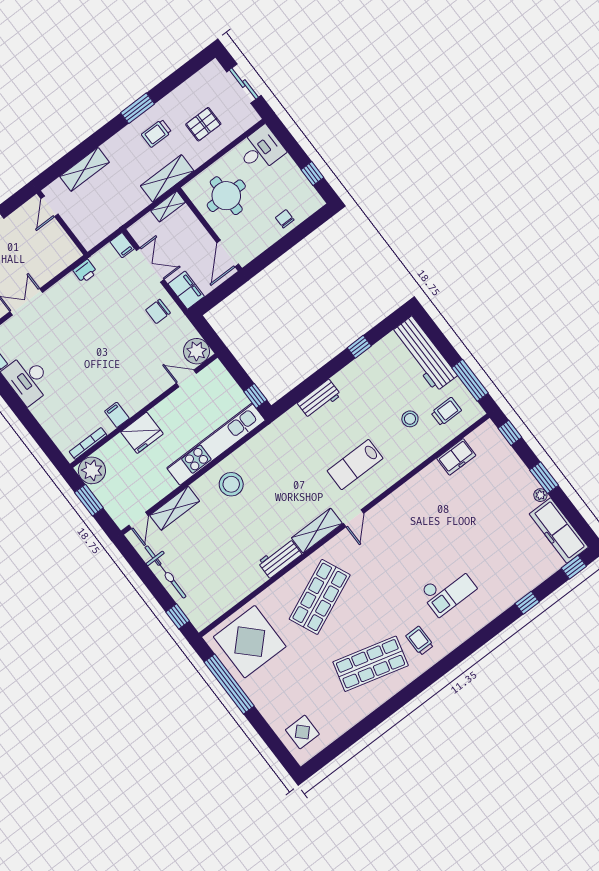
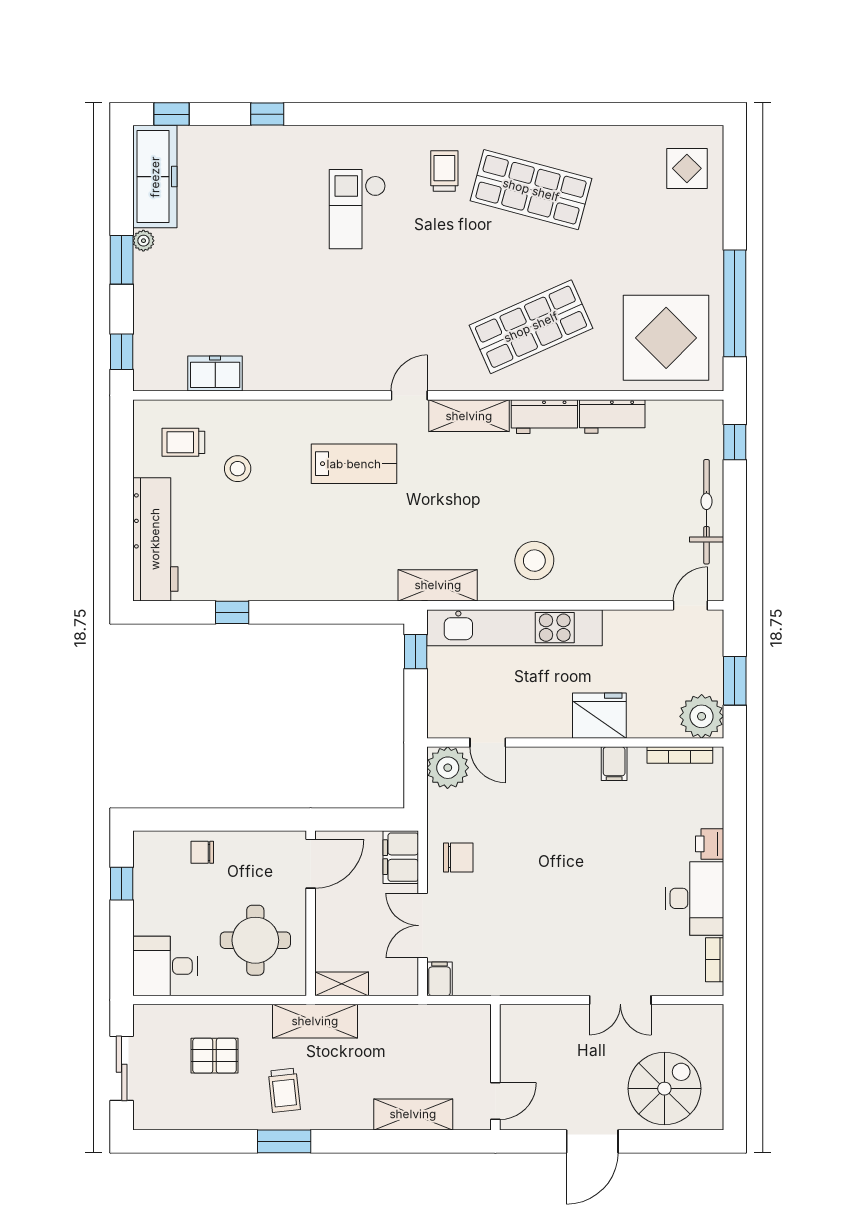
trolley: (156, 133) -> (284, 1090), turned 84
chair: (285, 219) -> (202, 852), turned 90
printer: (85, 271) -> (710, 844), moved, turned -90
window: (470, 380) -> (122, 459), removed
workbench: (319, 399) -> (612, 416), moved, turned 180
shelving: (175, 508) -> (438, 585), moved
checkout: (448, 590) -> (357, 209), turned -90
trolley: (420, 641) -> (444, 171), turned 180

